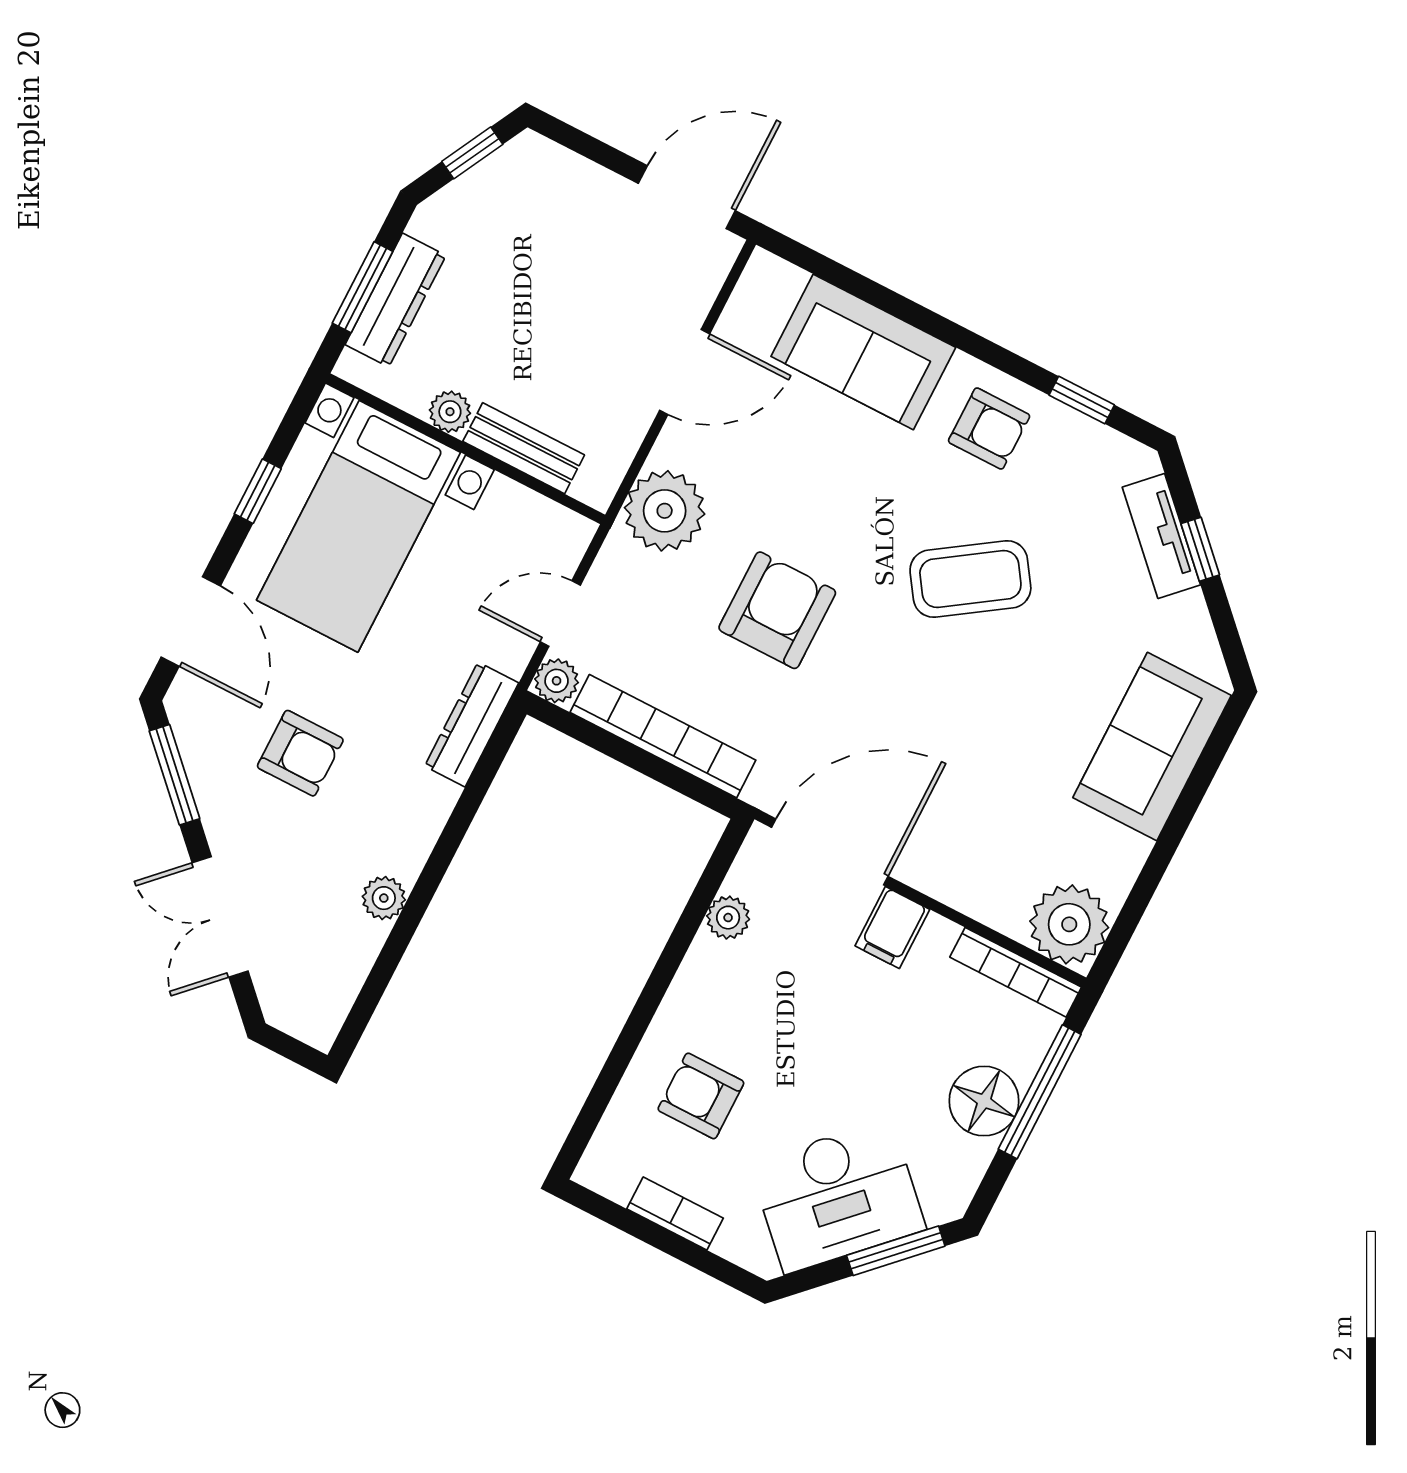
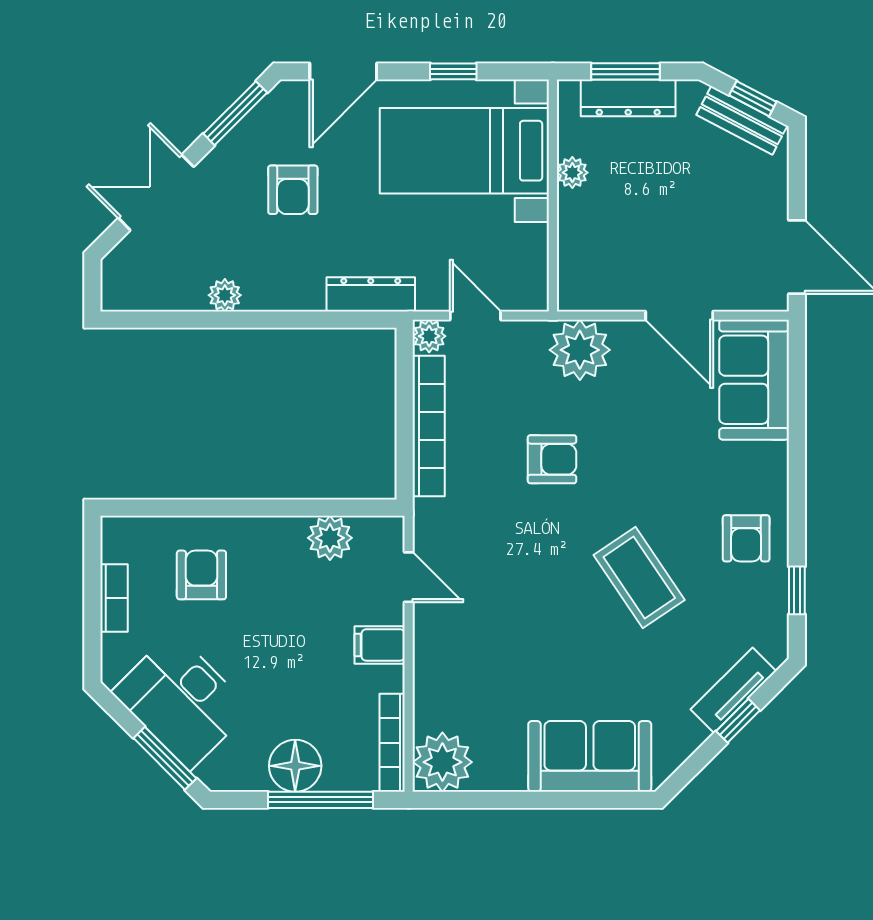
sofa: (863, 352) -> (754, 380), moved
bench: (524, 448) -> (742, 120), moved, turned -62
armchair: (777, 610) -> (552, 459), width x0.72, depth x0.72
door: (830, 852) -> (409, 577), width x0.53
plant: (728, 918) -> (330, 538), width x1.38, depth x1.38

